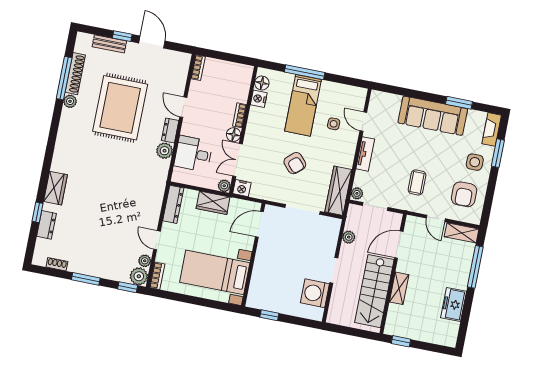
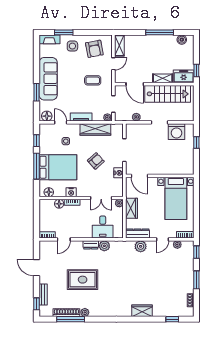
window: (122, 36) -> (36, 304), moved
door: (152, 42) -> (36, 268), hinge flipped
window: (343, 80) -> (36, 141), added
nightstand: (259, 99) -> (71, 192), moved
floor lamp: (377, 103) -> (47, 116), added
window: (459, 103) -> (36, 92), moved
bed: (303, 105) -> (58, 167), width x1.50
door: (183, 107) -> (64, 239), moved
rug: (120, 108) -> (83, 280), width x0.73, depth x0.69
door: (363, 122) -> (61, 122), swing flipped
floor lamp: (233, 135) -> (59, 204), moved
nightstand: (242, 188) -> (119, 173), moved
wardrobe: (338, 191) -> (95, 130), moved
armchair: (464, 194) -> (94, 49), turned 79
window: (37, 212) -> (172, 319), moved
dresser: (46, 225) -> (167, 312), removed
window: (475, 267) -> (160, 32), moved
plant: (139, 276) -> (141, 246), moved
freezer: (454, 305) -> (184, 76), moved, turned 180
window: (269, 315) -> (196, 142), moved
boiler: (452, 329) -> (182, 40), added

